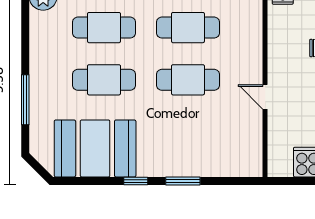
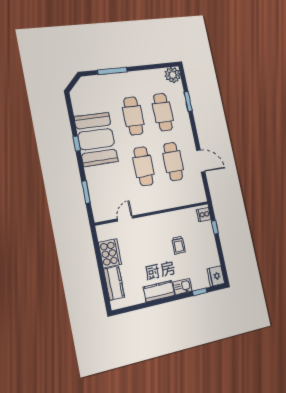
door: (265, 97) -> (125, 218), moved
booth: (95, 148) -> (96, 139), moved
window: (183, 181) -> (86, 192), moved

